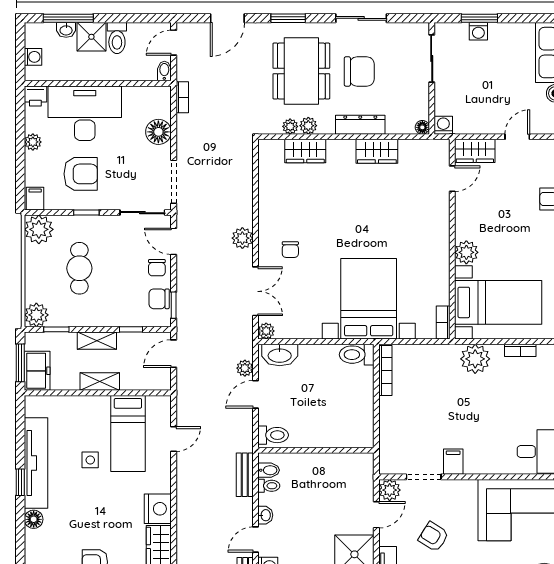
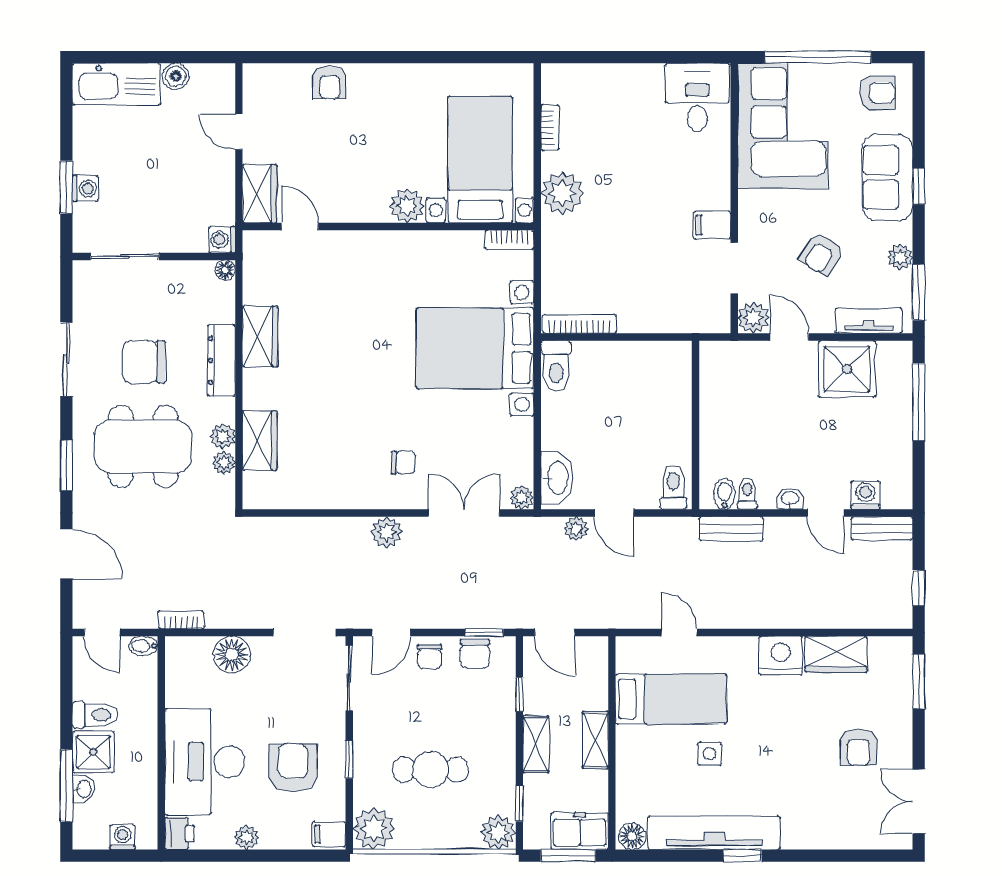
chair: (359, 71) -> (144, 362), turned -90
chair: (157, 268) -> (430, 657), turned 90
floor lamp: (34, 519) -> (632, 836), moved

